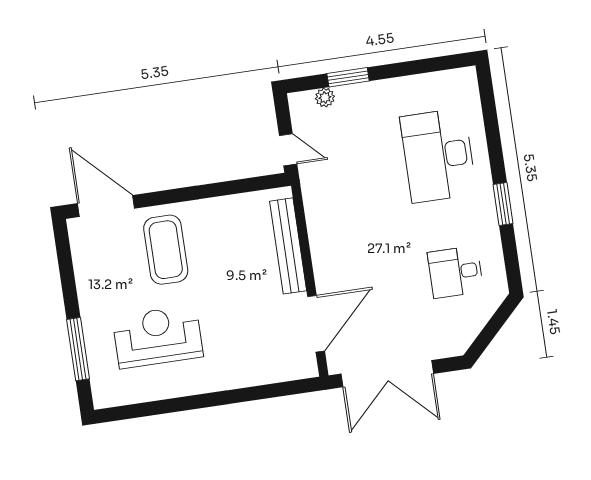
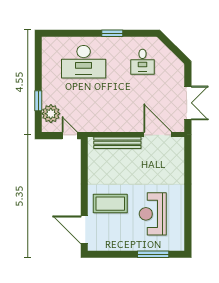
plant: (325, 97) -> (51, 114), width x1.87, depth x1.87
door: (288, 150) -> (70, 136), hinge flipped
door: (106, 206) -> (84, 230), hinge flipped
double door: (387, 374) -> (188, 103), width x0.73

